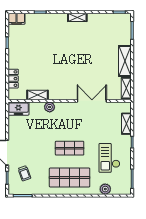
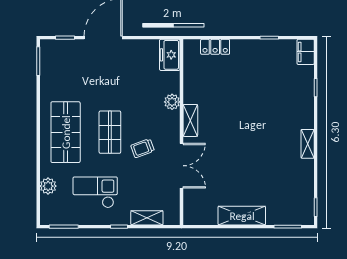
shelving: (126, 88) -> (201, 218), removed
shelving: (38, 95) -> (190, 120), moved
trolley: (24, 173) -> (143, 148), moved

